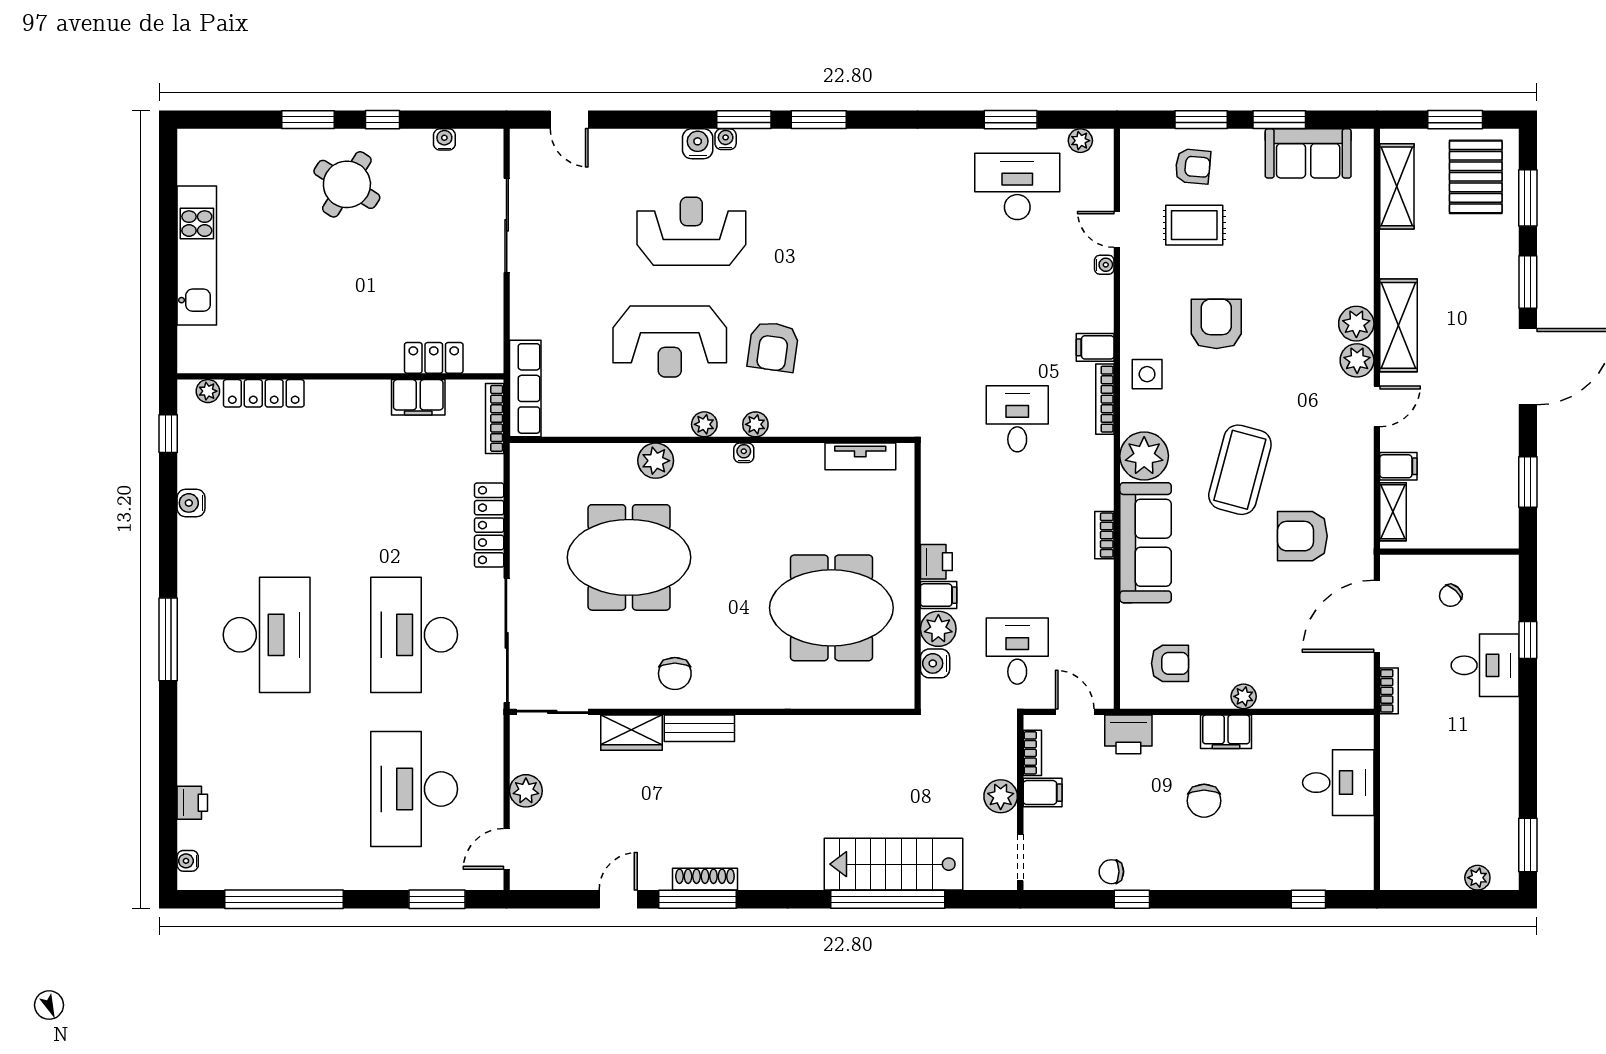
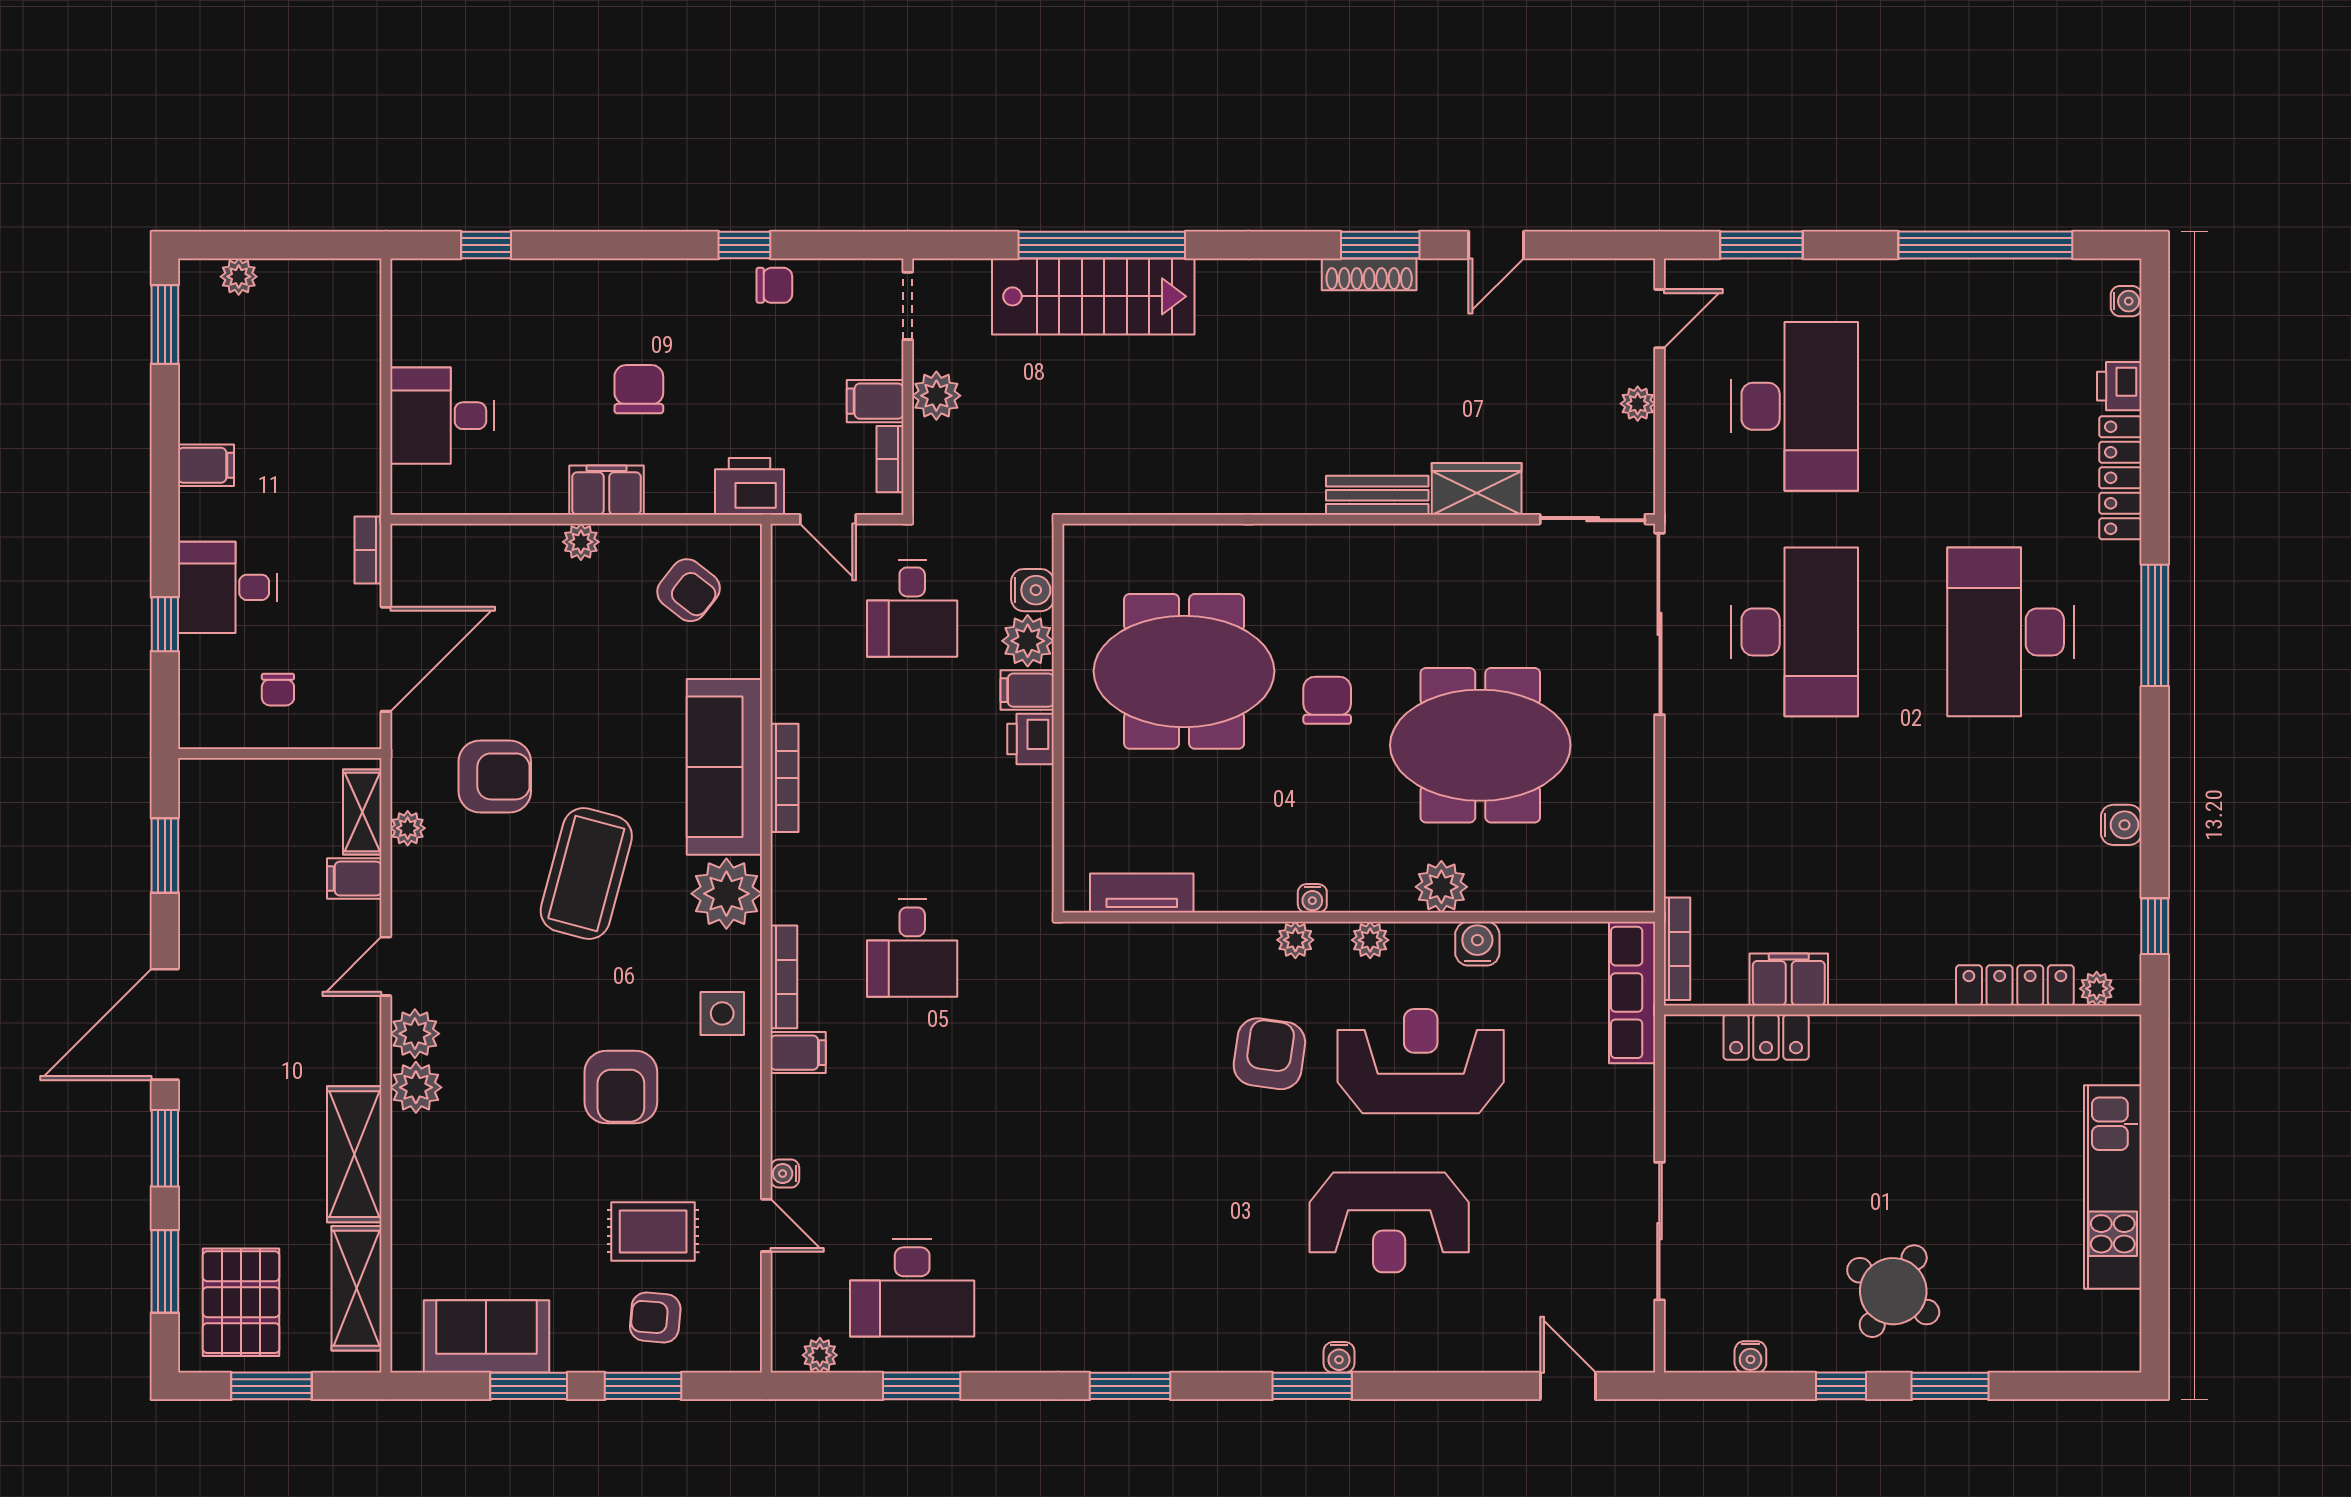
window: (819, 120) -> (1130, 1386), moved
water cooler: (698, 144) -> (1477, 944), moved, turned 180
shelving: (1398, 325) -> (354, 1154), moved
plant: (1362, 501) -> (408, 828), added
locker: (489, 525) -> (2120, 478), moved, turned 180
bookcase: (1104, 535) -> (785, 778), width x1.56
chair: (1451, 595) -> (278, 690), turned 138
armchair: (1170, 663) -> (689, 590), turned -142
chair: (675, 674) -> (1327, 700), moved
filing cabinet: (1500, 749) -> (206, 465), added
plant: (526, 791) -> (1638, 404), width x0.73, depth x0.73
window: (697, 899) -> (1380, 245), width x0.69

